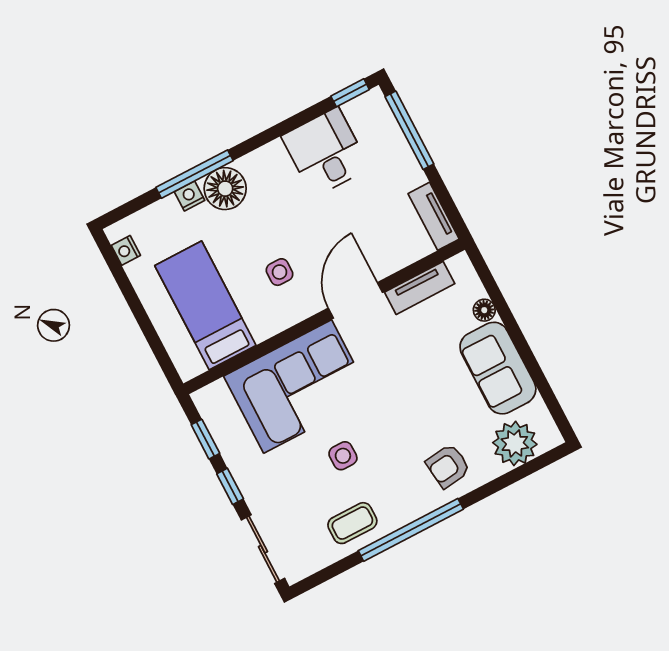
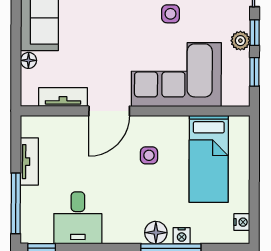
floor lamp: (225, 189) -> (156, 233), width x0.73, depth x0.73
tv unit: (434, 216) -> (29, 162), moved
plant: (242, 468) -> (240, 41), added

